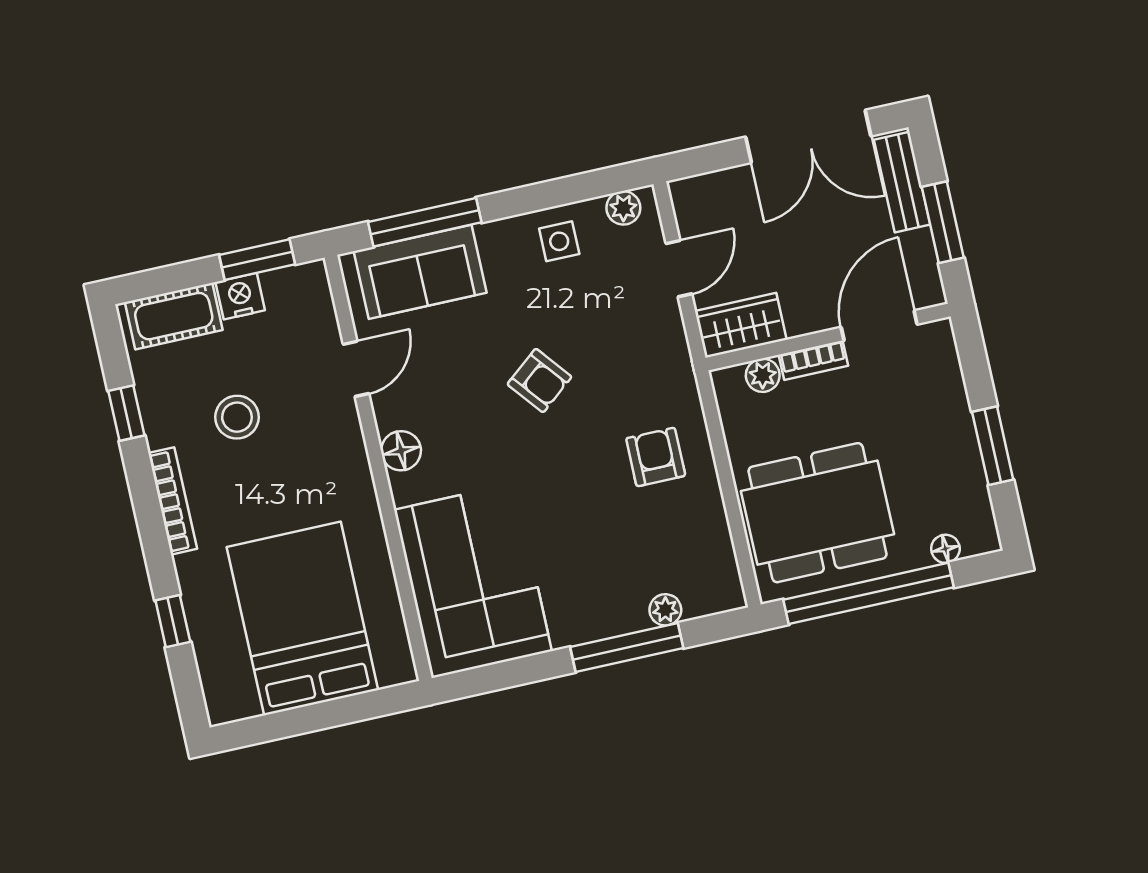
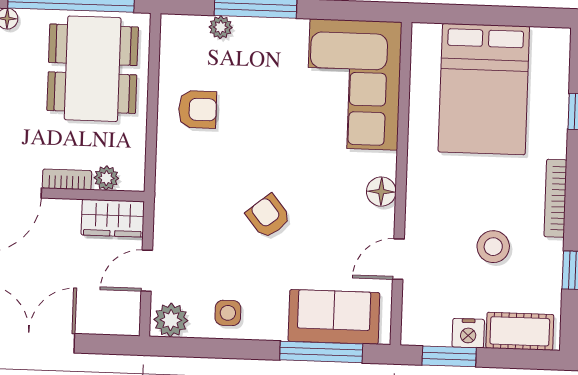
plant: (623, 208) -> (171, 320), width x1.38, depth x1.38
armchair: (656, 457) -> (198, 109), moved, turned -90
dining table: (817, 513) -> (93, 69), turned 90

